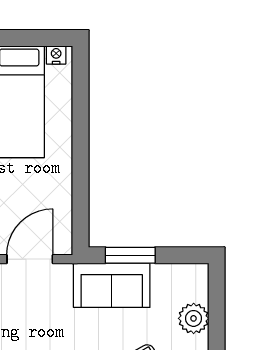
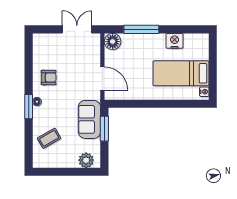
plant: (194, 318) -> (86, 160), moved

